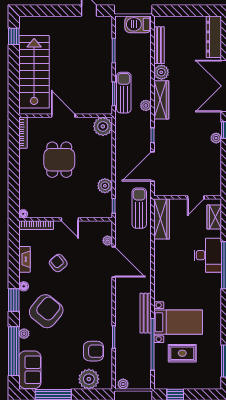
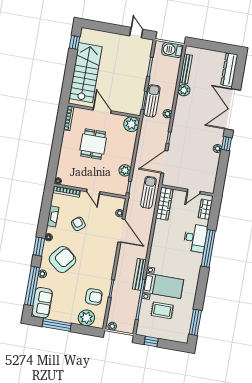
wardrobe: (161, 100) -> (180, 112), removed

